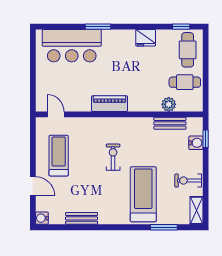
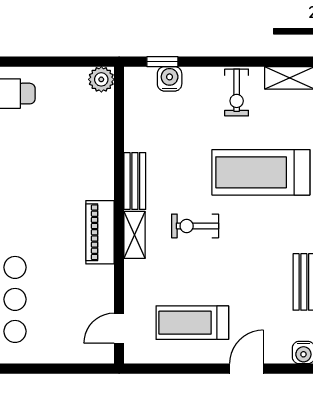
cafe table: (185, 82) -> (62, 98), removed
plant: (169, 104) -> (101, 79), moved
shelving: (108, 123) -> (135, 235), added
bench: (170, 123) -> (135, 181), moved

